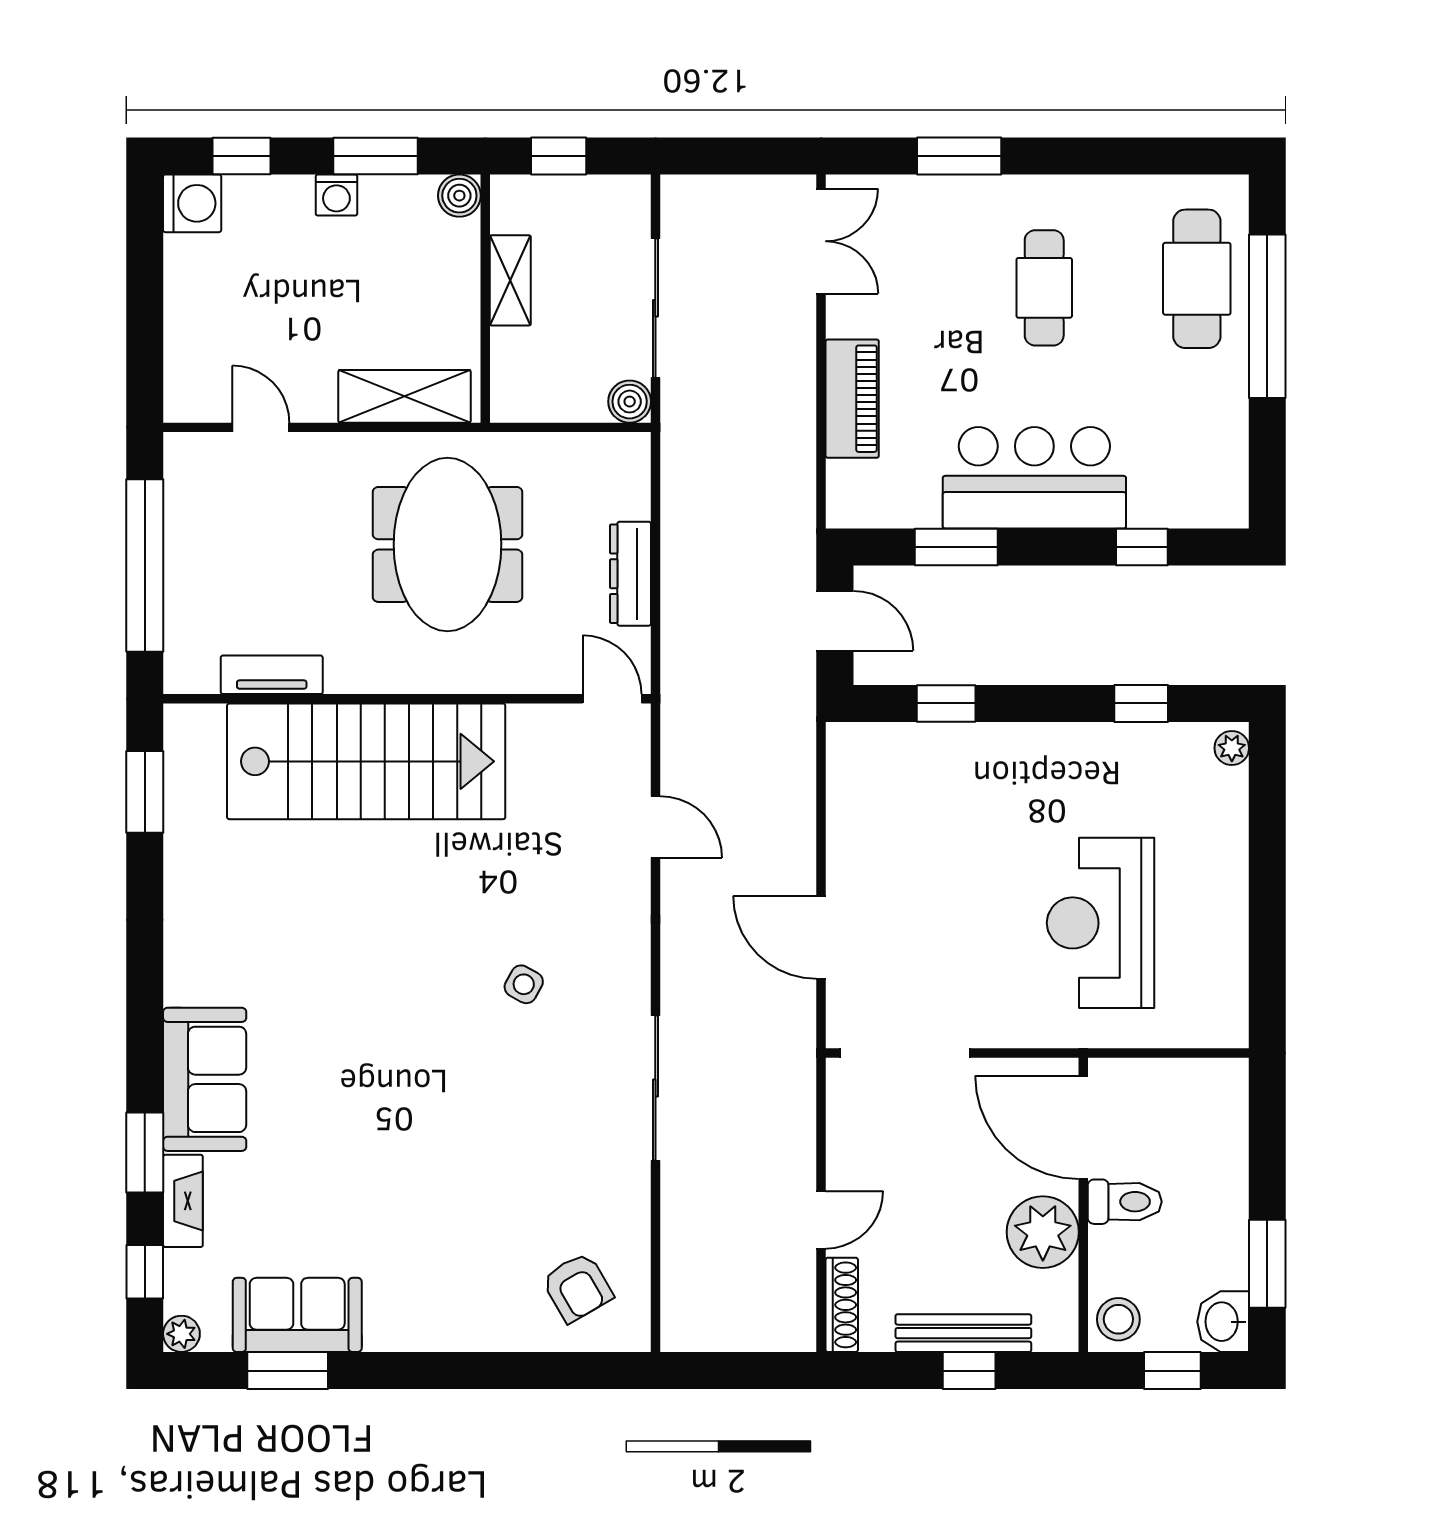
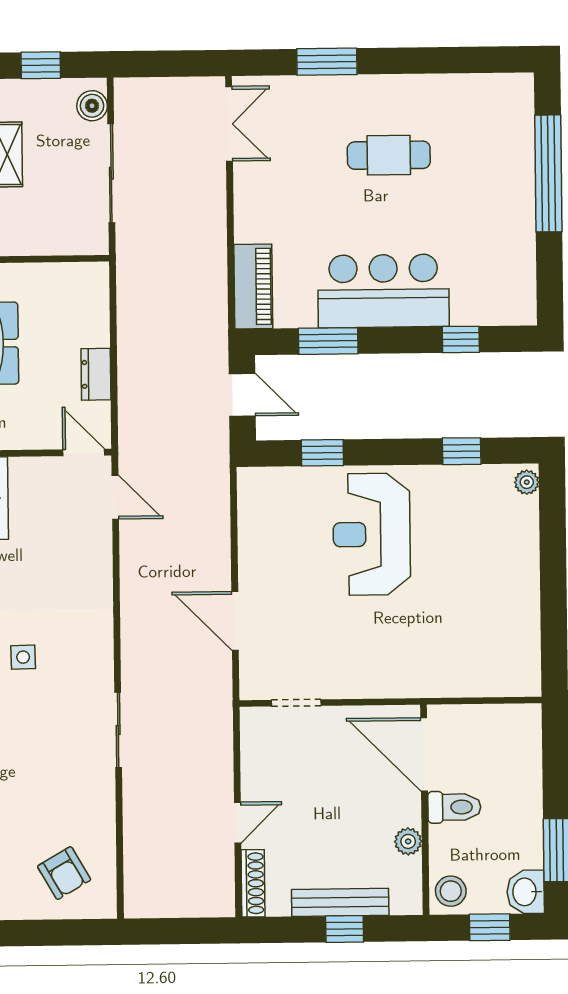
cafe table: (1197, 279) -> (498, 147), removed
cafe table: (1044, 288) -> (389, 155), turned 90
piano: (852, 399) -> (253, 286), moved
boiler: (630, 402) -> (92, 106), moved
dresser: (630, 574) -> (96, 374), width x0.70
door: (655, 827) -> (115, 497), moved
reception desk: (1101, 923) -> (372, 534), moved
side table: (524, 984) -> (23, 657), turned -30
doorway: (905, 1053) -> (296, 703), width x0.53
sliding door: (655, 1088) -> (118, 730), width x0.73
plant: (1043, 1232) -> (408, 841), width x0.53, depth x0.53

